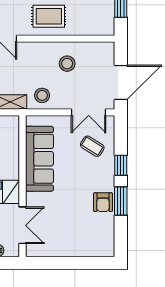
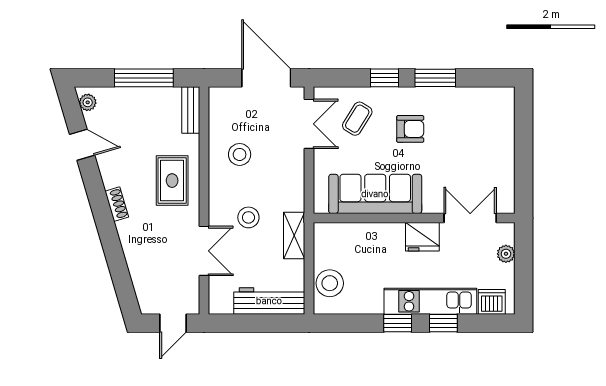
bench: (98, 29) -> (191, 110), added
stool: (42, 95) -> (248, 217), moved
armchair: (103, 202) -> (410, 129), moved

